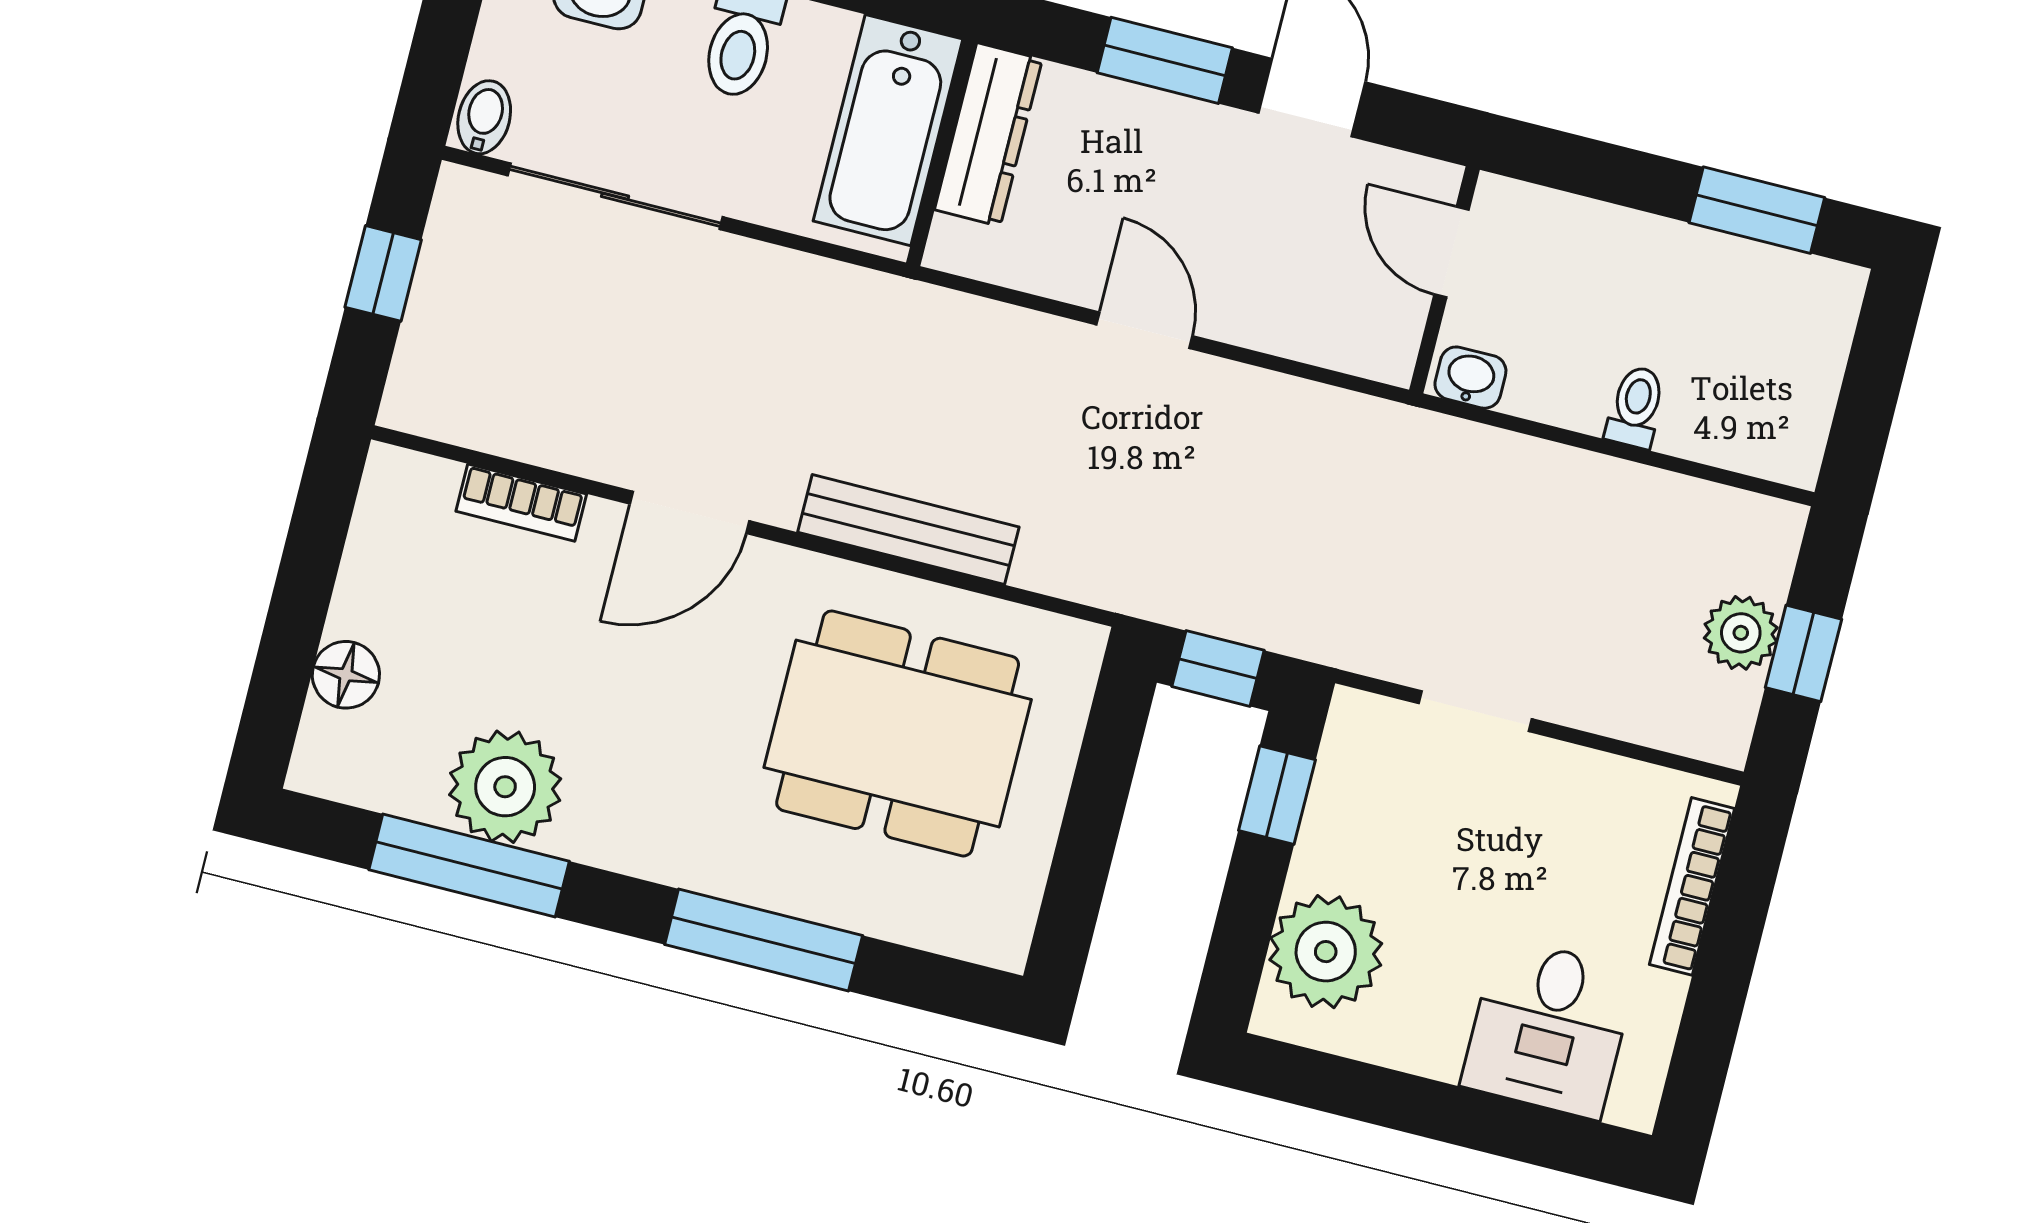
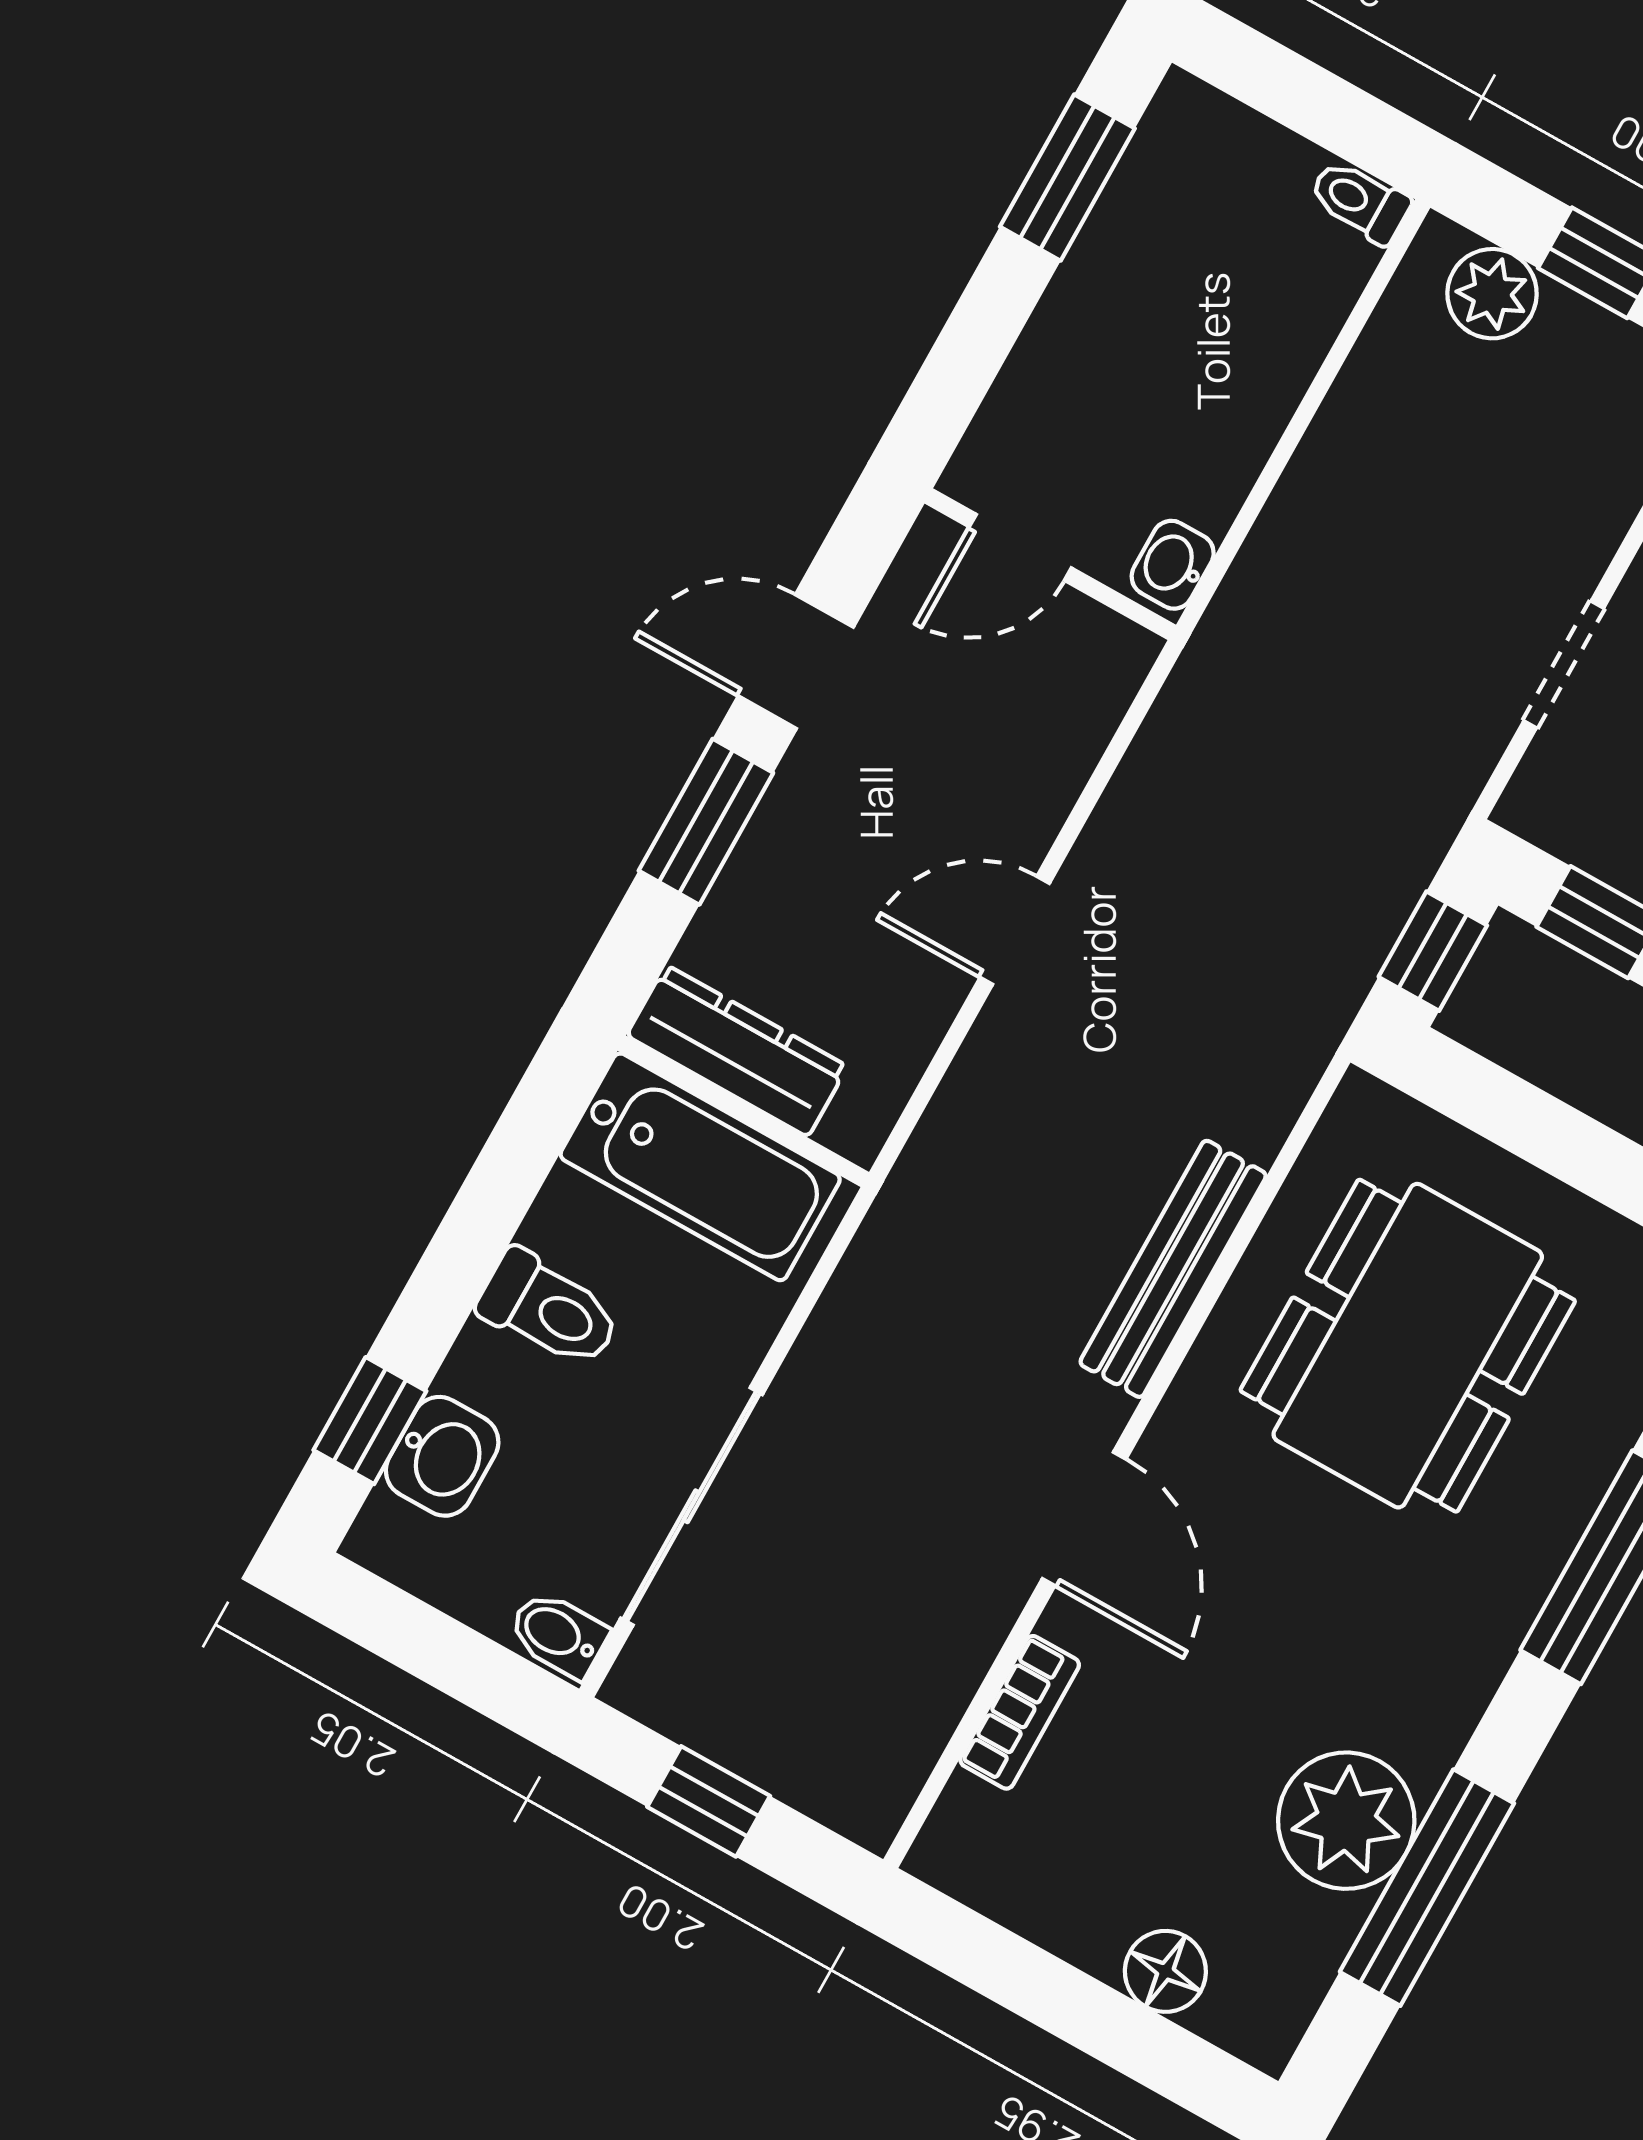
toilet: (1636, 407) -> (1360, 201), moved
plant: (1741, 633) -> (1492, 294), moved

